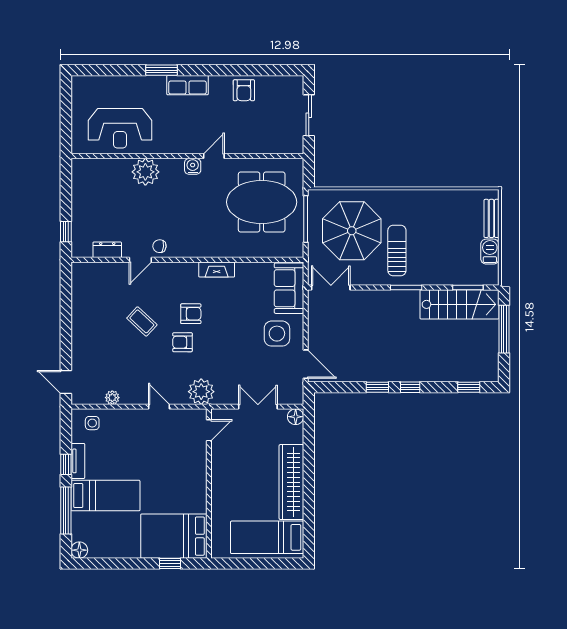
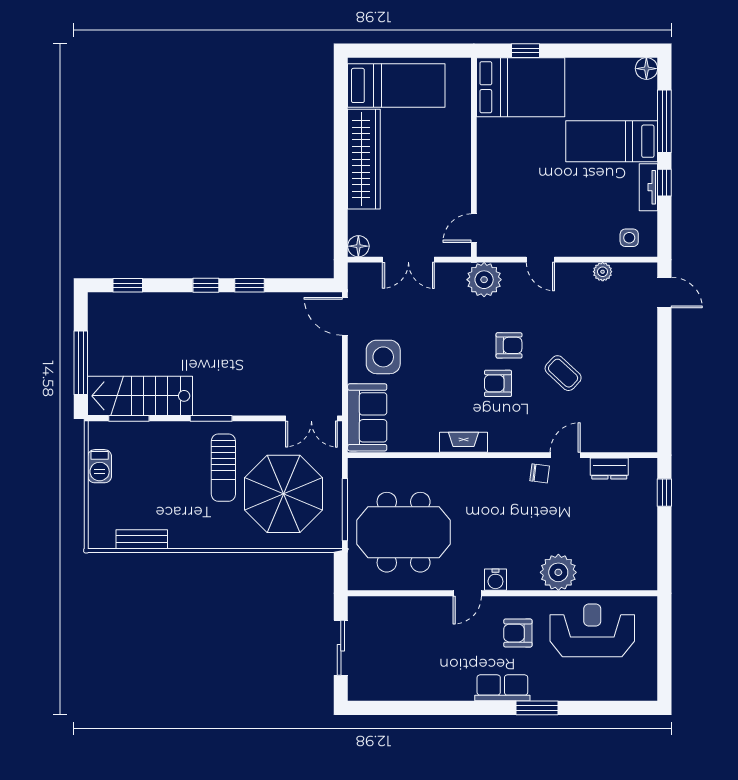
armchair: (244, 90) -> (518, 633), moved, turned -90
bench: (491, 218) -> (142, 539), moved, turned 90

